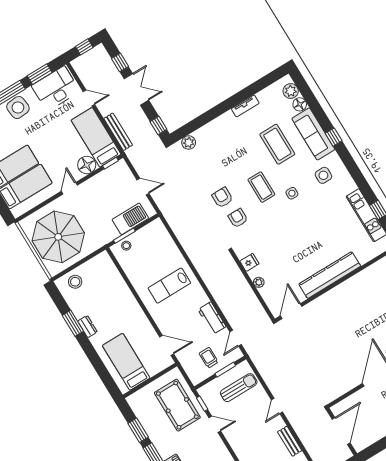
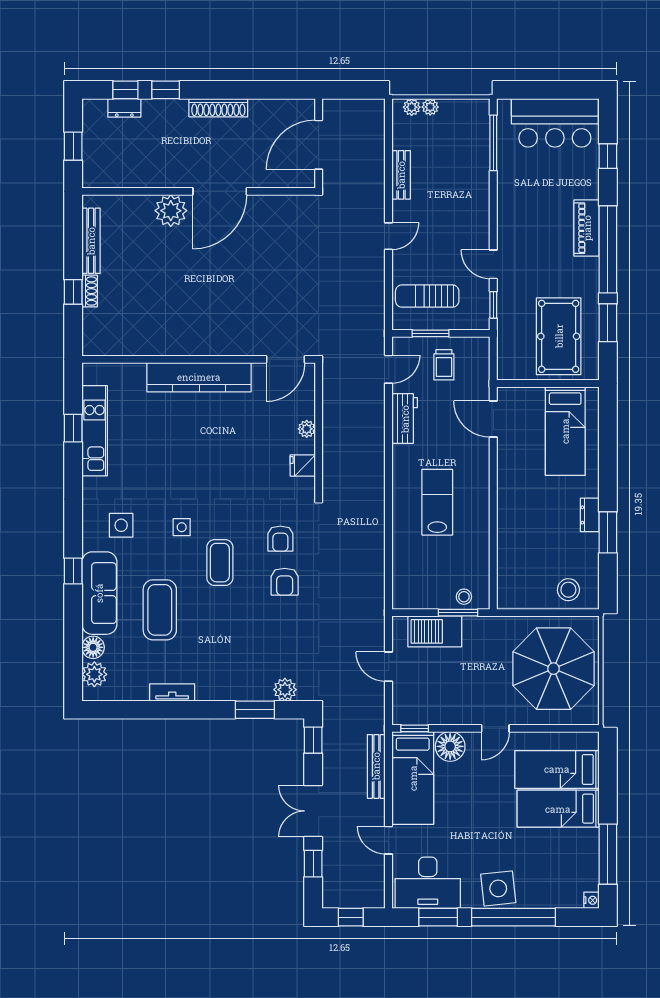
window: (198, 123) -> (255, 710), added
lab bench: (169, 286) -> (437, 502), turned -90
pool table: (177, 405) -> (559, 336), moved

